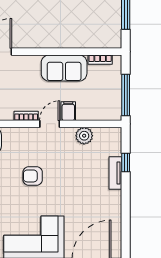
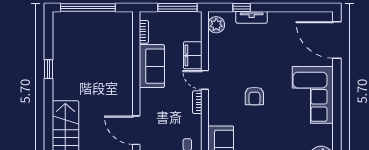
filing cabinet: (68, 111) -> (193, 55), width x2.00
plant: (84, 136) -> (216, 25), moved

